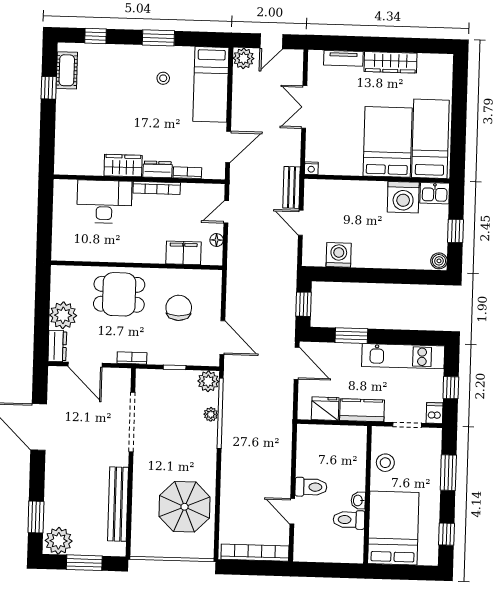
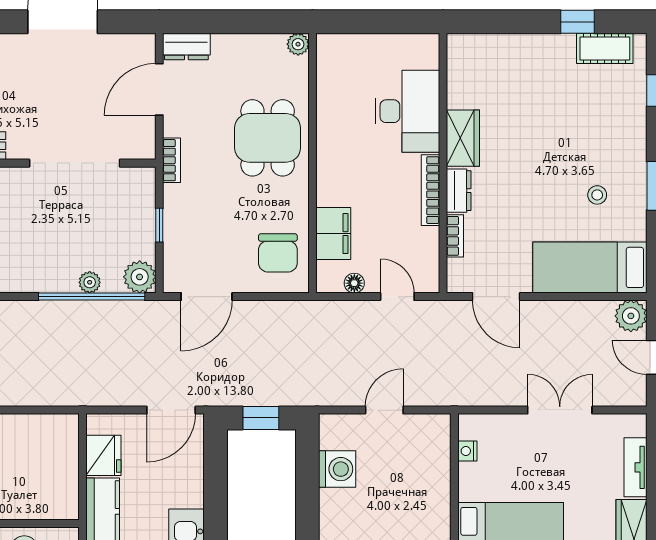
nightstand: (311, 168) -> (467, 451), moved
bench: (292, 187) -> (437, 395), removed
chair: (179, 308) -> (278, 253), moved, turned 90
plant: (63, 315) -> (298, 44), moved, width x0.53, depth x0.53
window: (351, 336) -> (215, 492), removed

